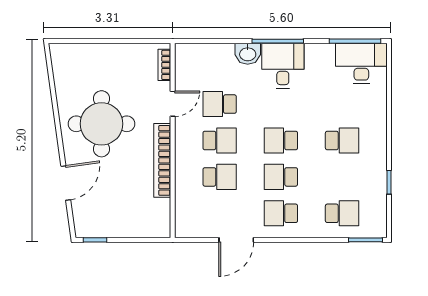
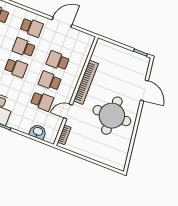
washbasin: (248, 54) -> (38, 132), moved
school desk: (281, 177) -> (24, 48), turned 180
door: (66, 183) -> (144, 90), swing flipped

